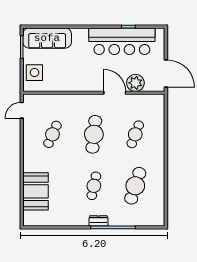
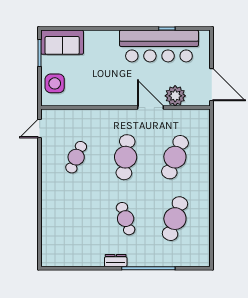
sofa: (47, 38) -> (62, 42), width x0.73
cafe table: (135, 134) -> (175, 157), width x1.37, depth x1.35
cafe table: (94, 186) -> (126, 219), turned -30
booth: (36, 191) -> (56, 225), removed
dresser: (98, 221) -> (116, 261), moved

